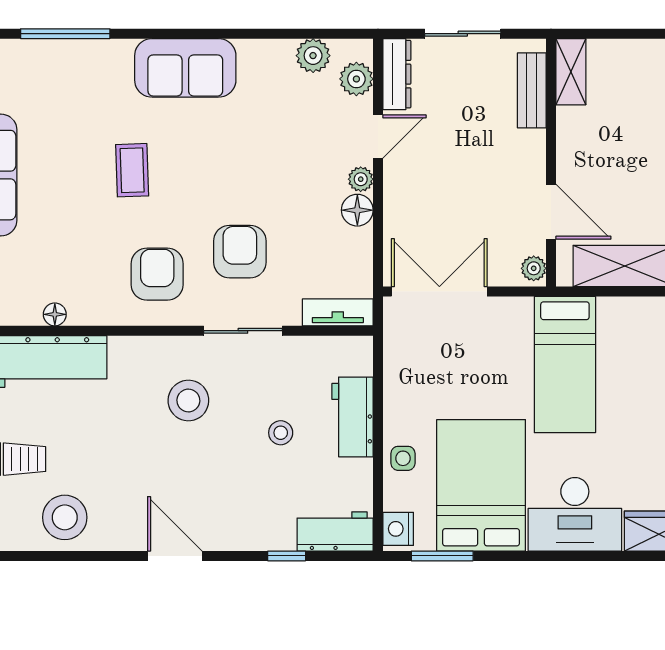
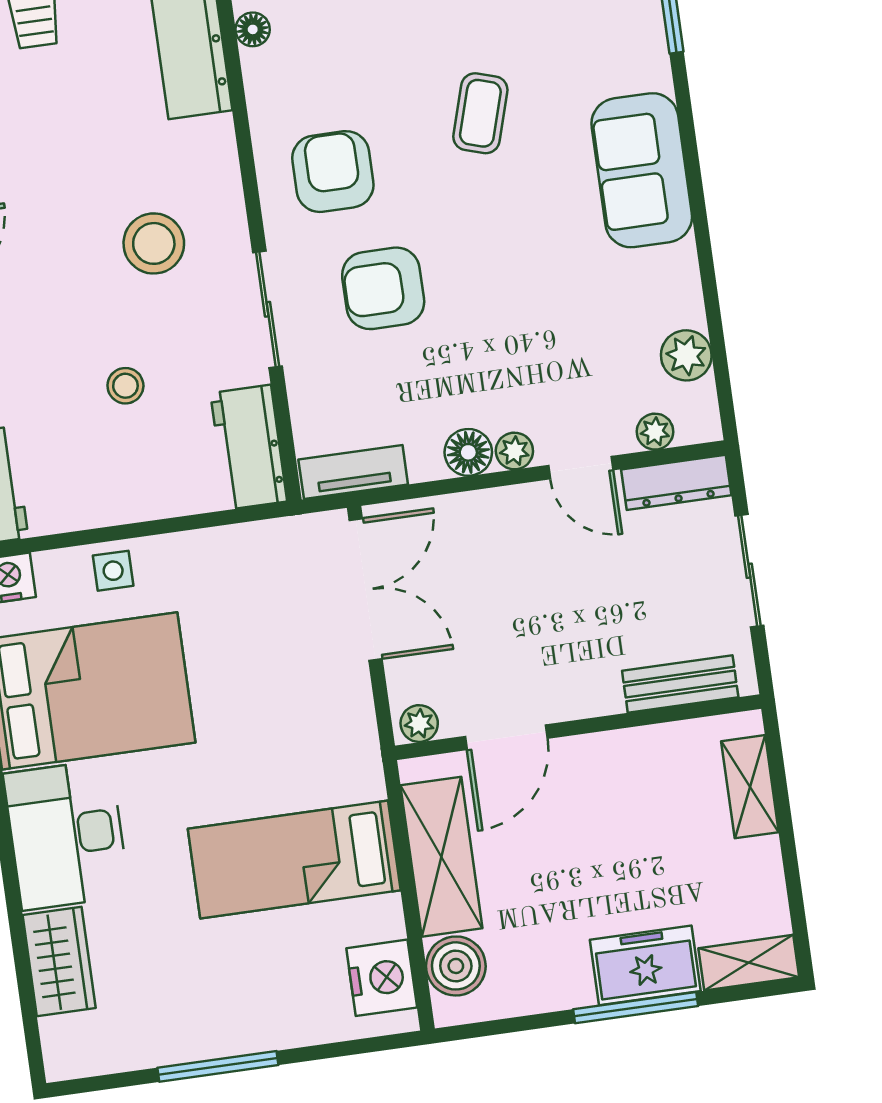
shelving: (571, 72) -> (750, 787), moved, turned 90
plant: (356, 79) -> (655, 432), width x0.73, depth x0.73
coffee table: (132, 170) -> (480, 113), turned -71
armchair: (240, 252) -> (383, 288), turned 180
armchair: (157, 274) -> (333, 172), turned -90
tv unit: (338, 312) -> (353, 472), moved, turned -90
bed: (565, 365) -> (294, 859), moved
workbench: (353, 417) -> (249, 447), moved, turned -90

